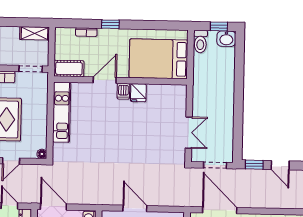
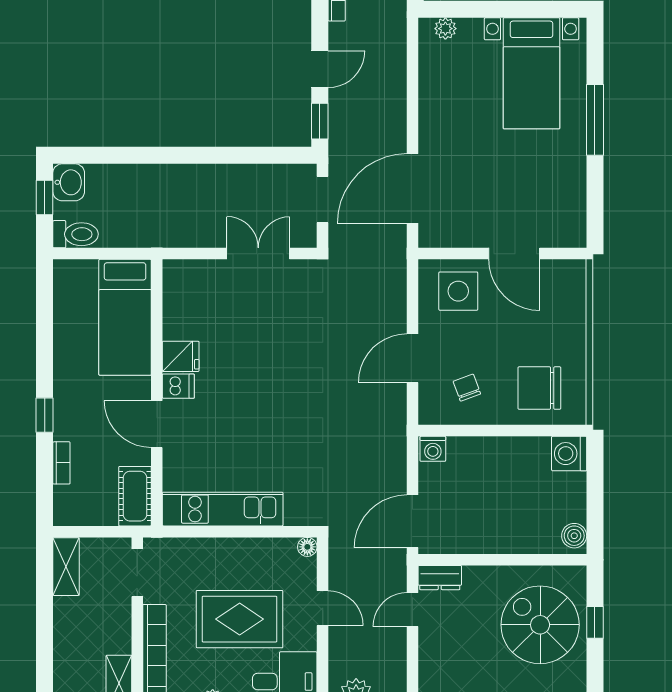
bed: (158, 59) -> (125, 317), width x0.67

